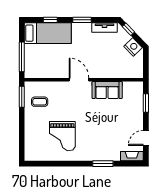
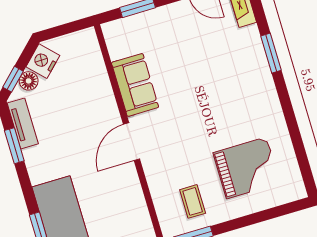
window: (82, 20) -> (14, 146), moved
floor lamp: (125, 37) -> (29, 81), added
grand piano: (62, 136) -> (247, 168), moved

